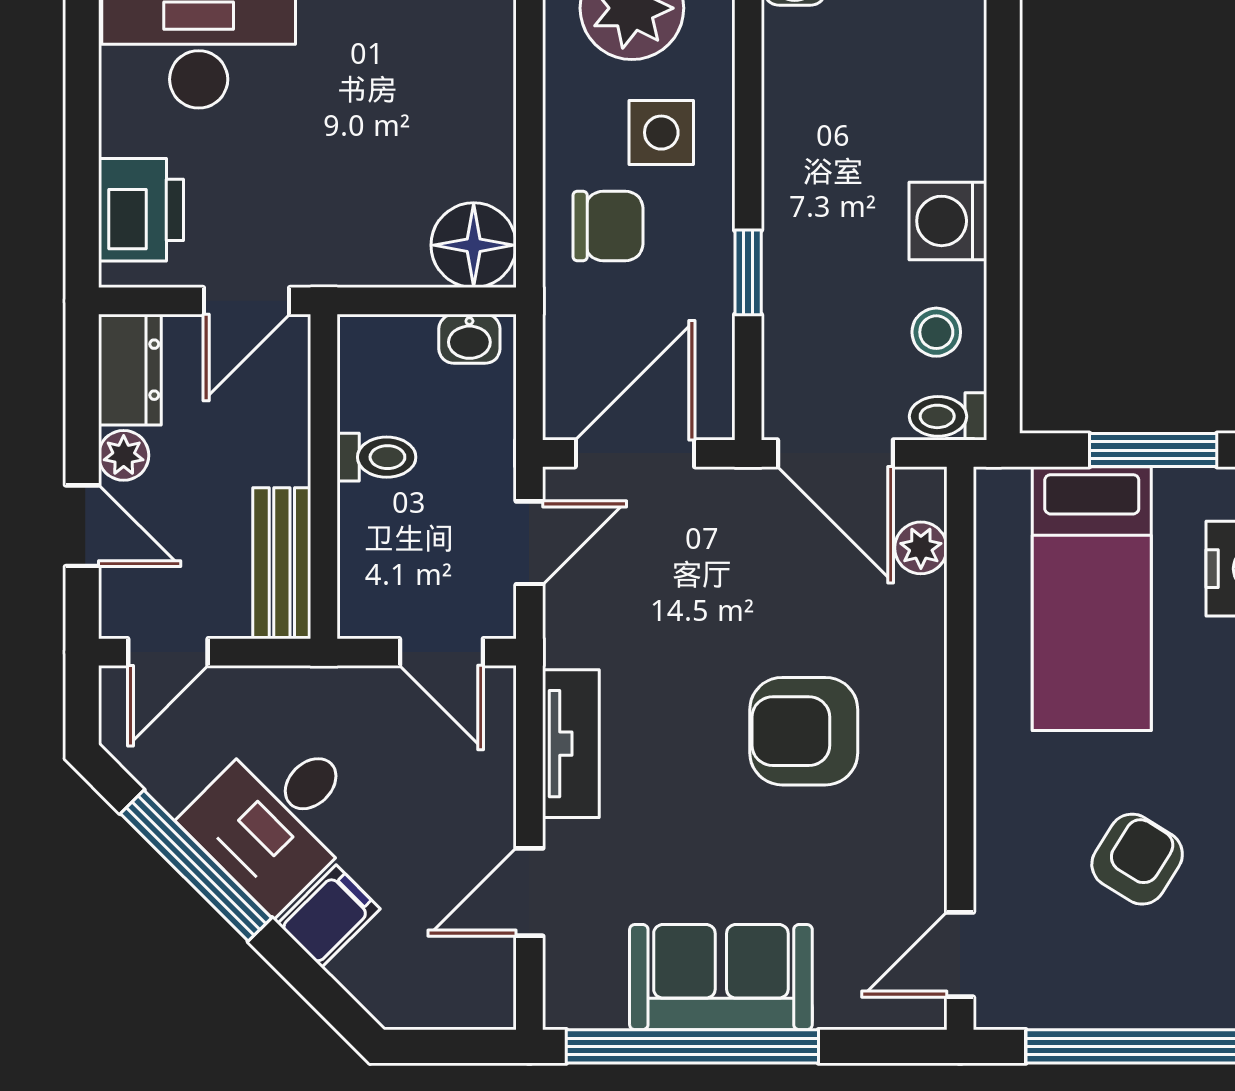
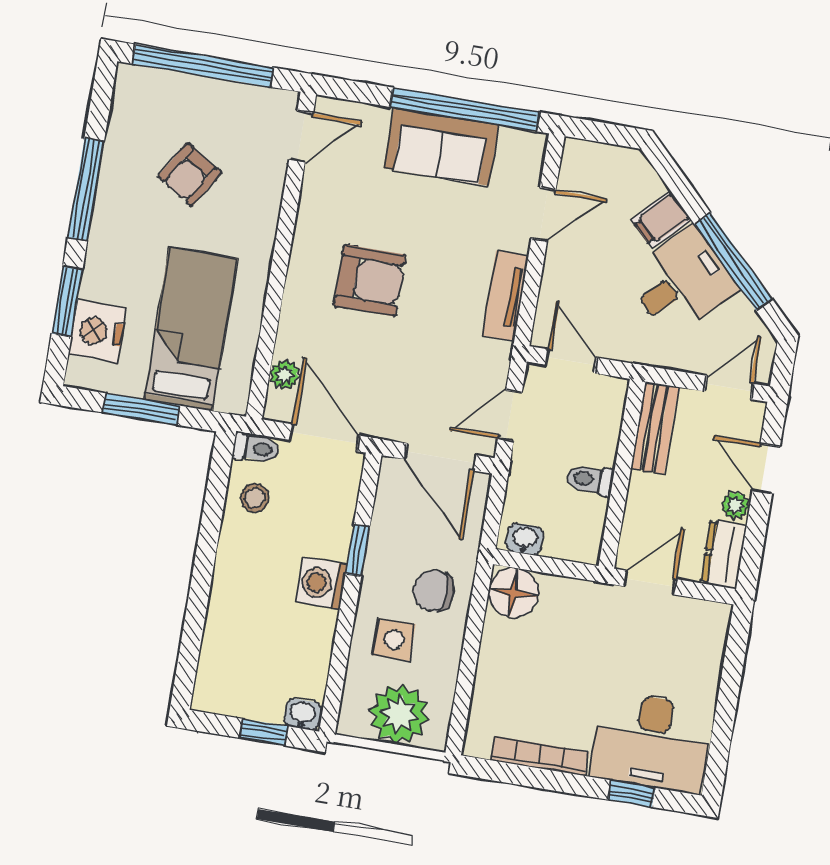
printer: (141, 210) -> (702, 645), removed
washing machine: (948, 221) -> (321, 583), moved, turned 180
door: (635, 453) -> (440, 457), hinge flipped

